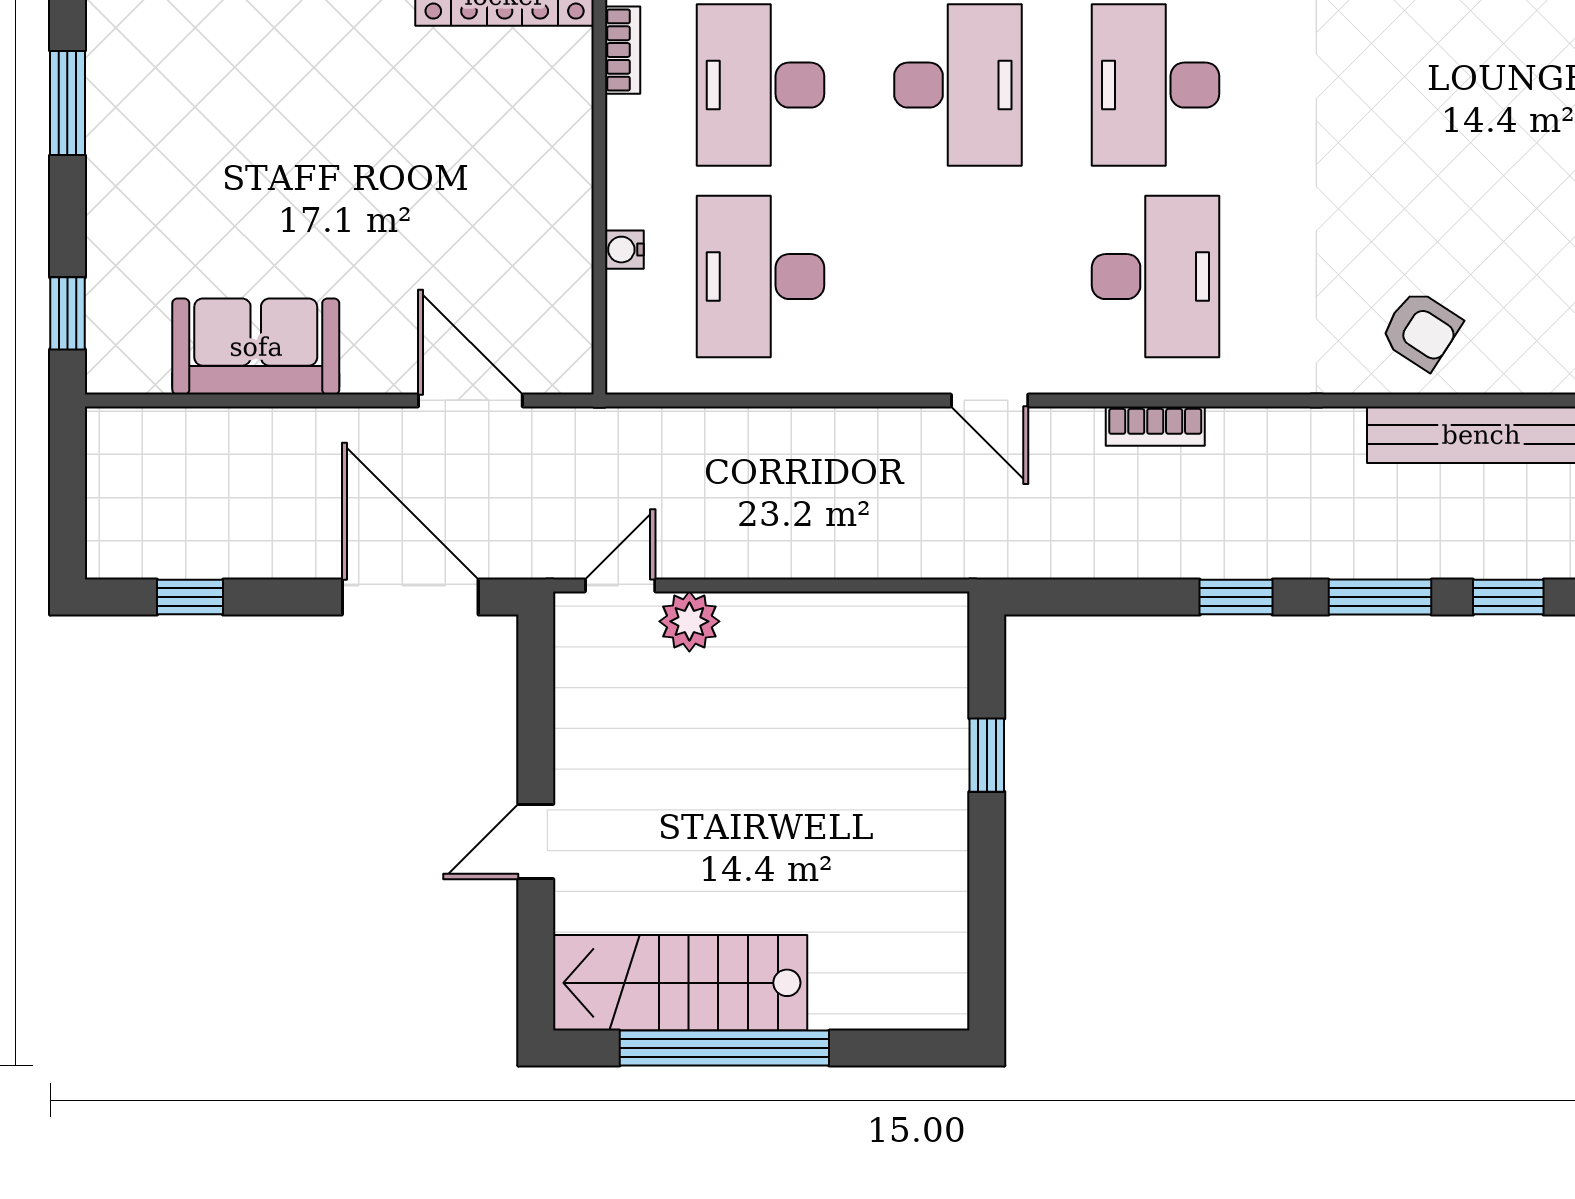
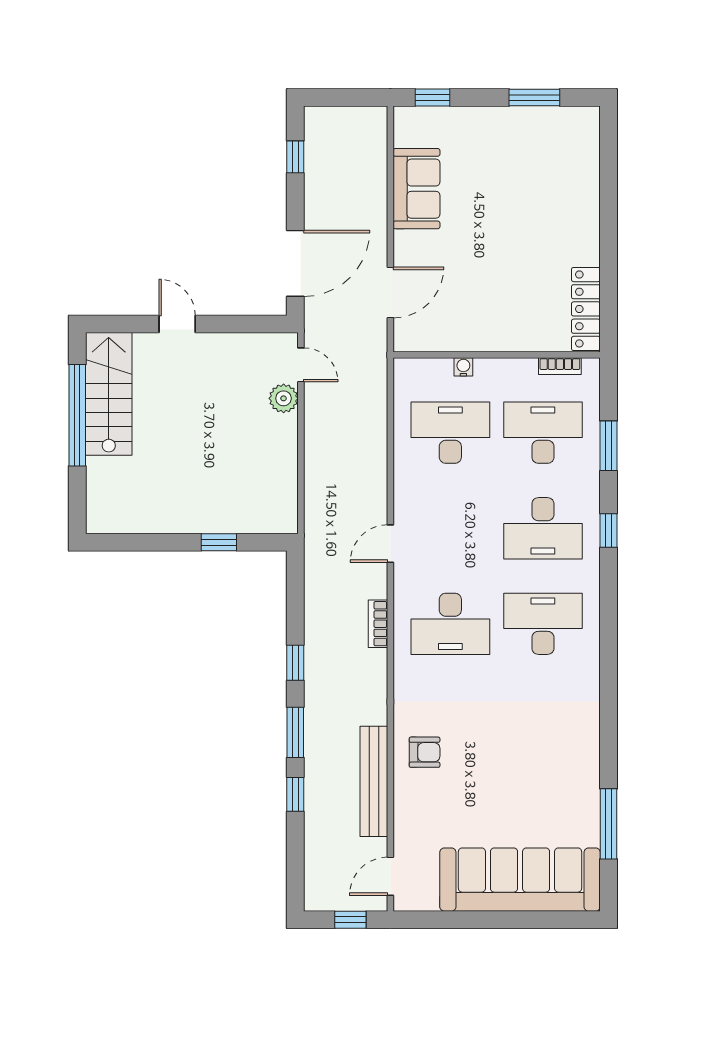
armchair: (1421, 330) -> (425, 752), turned -123

